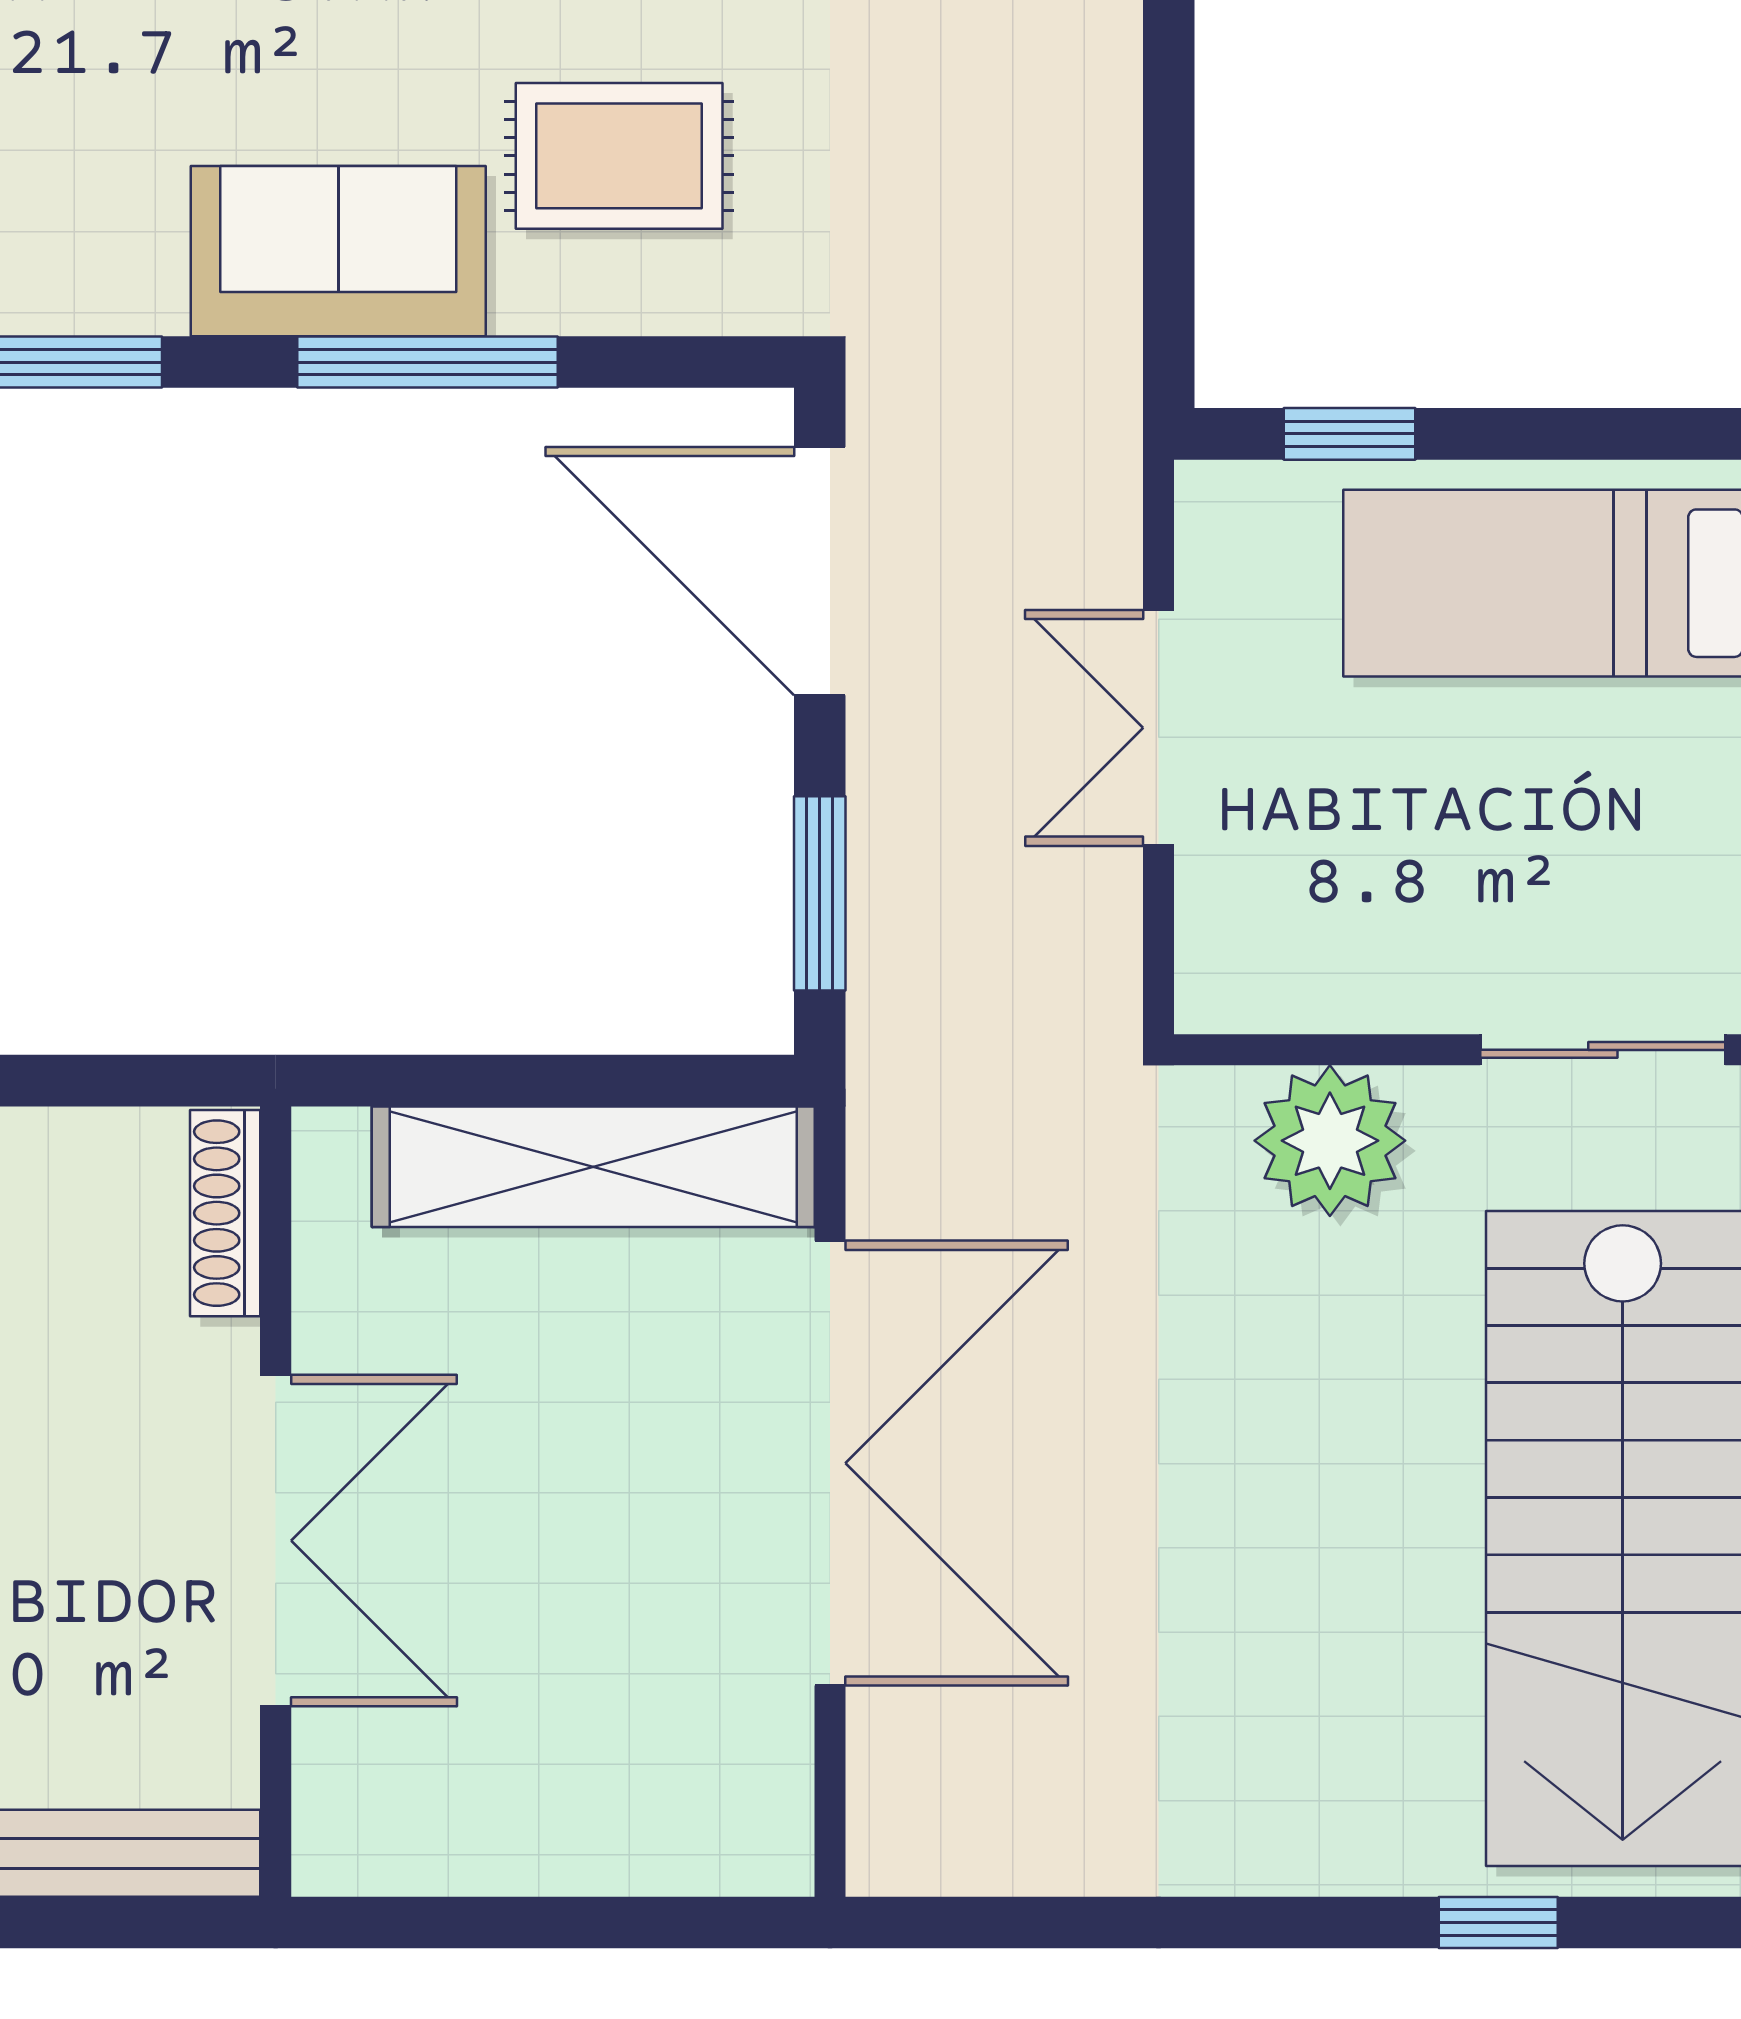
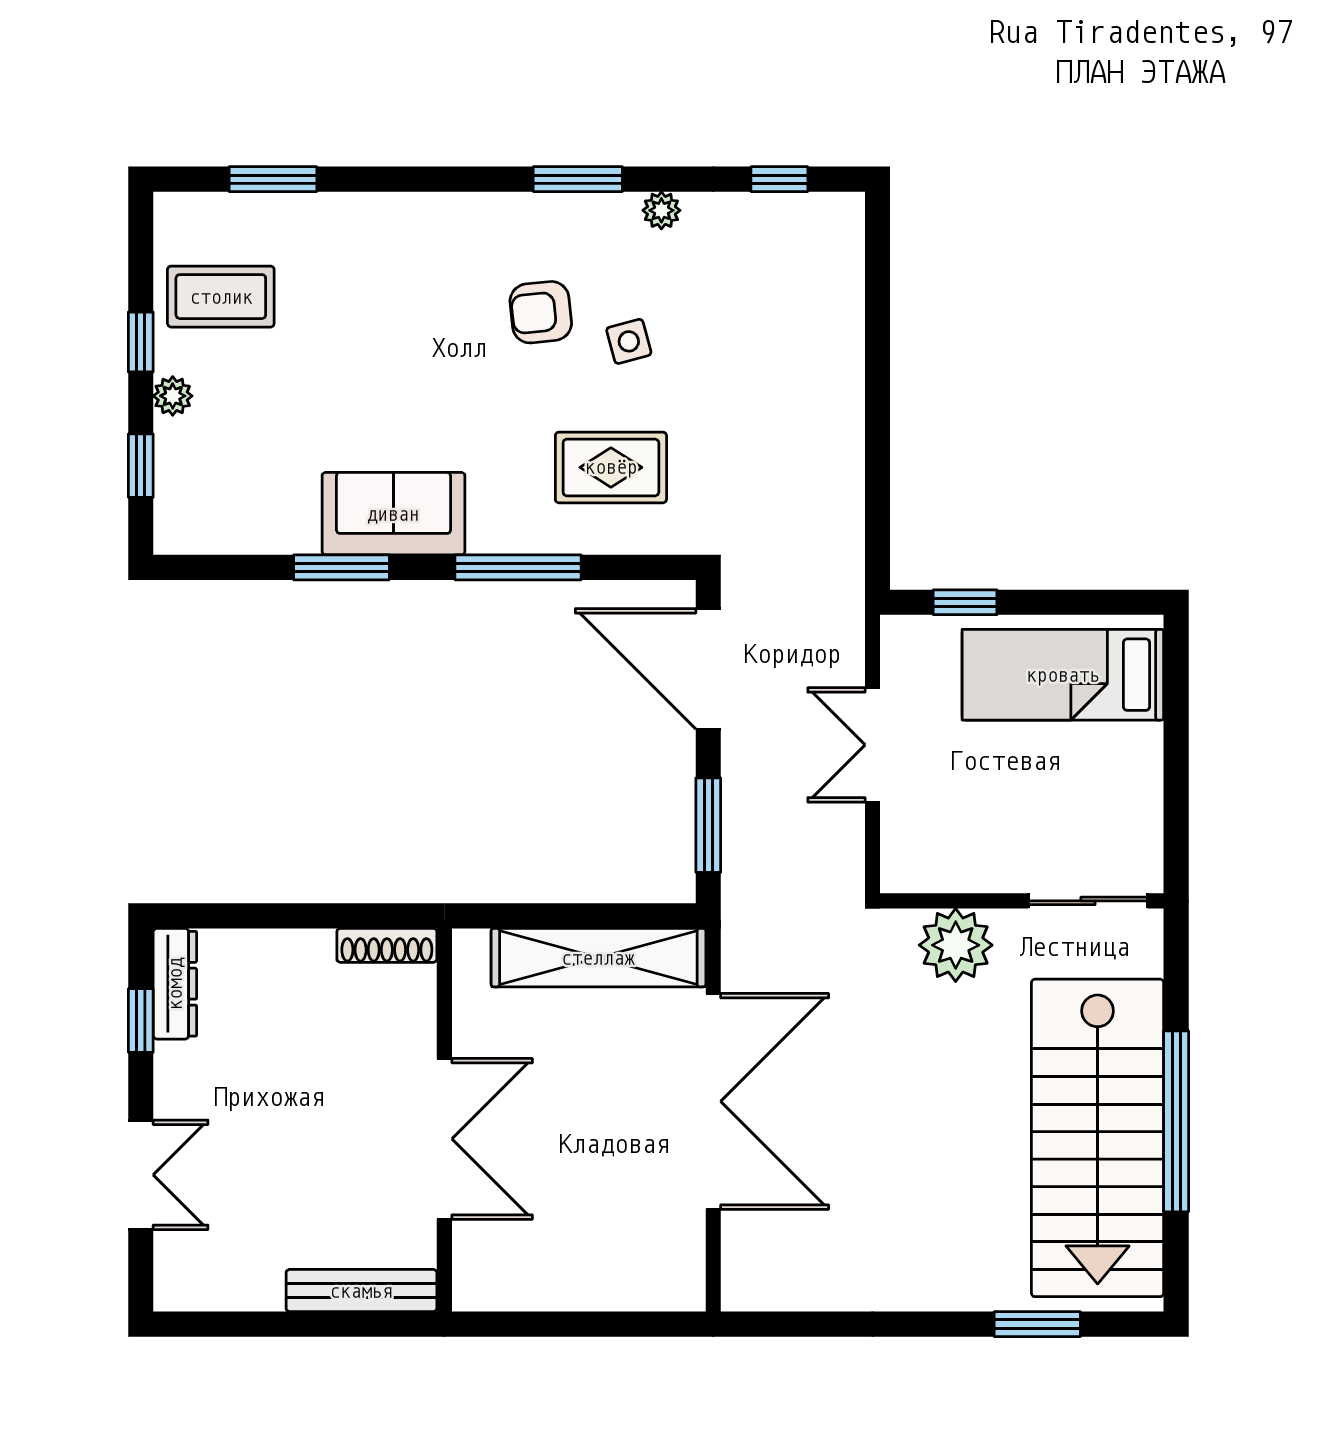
sofa: (338, 251) -> (393, 514), moved
shoe rack: (225, 1213) -> (387, 945), moved, turned -90
window: (1498, 1922) -> (1037, 1324), width x1.50

